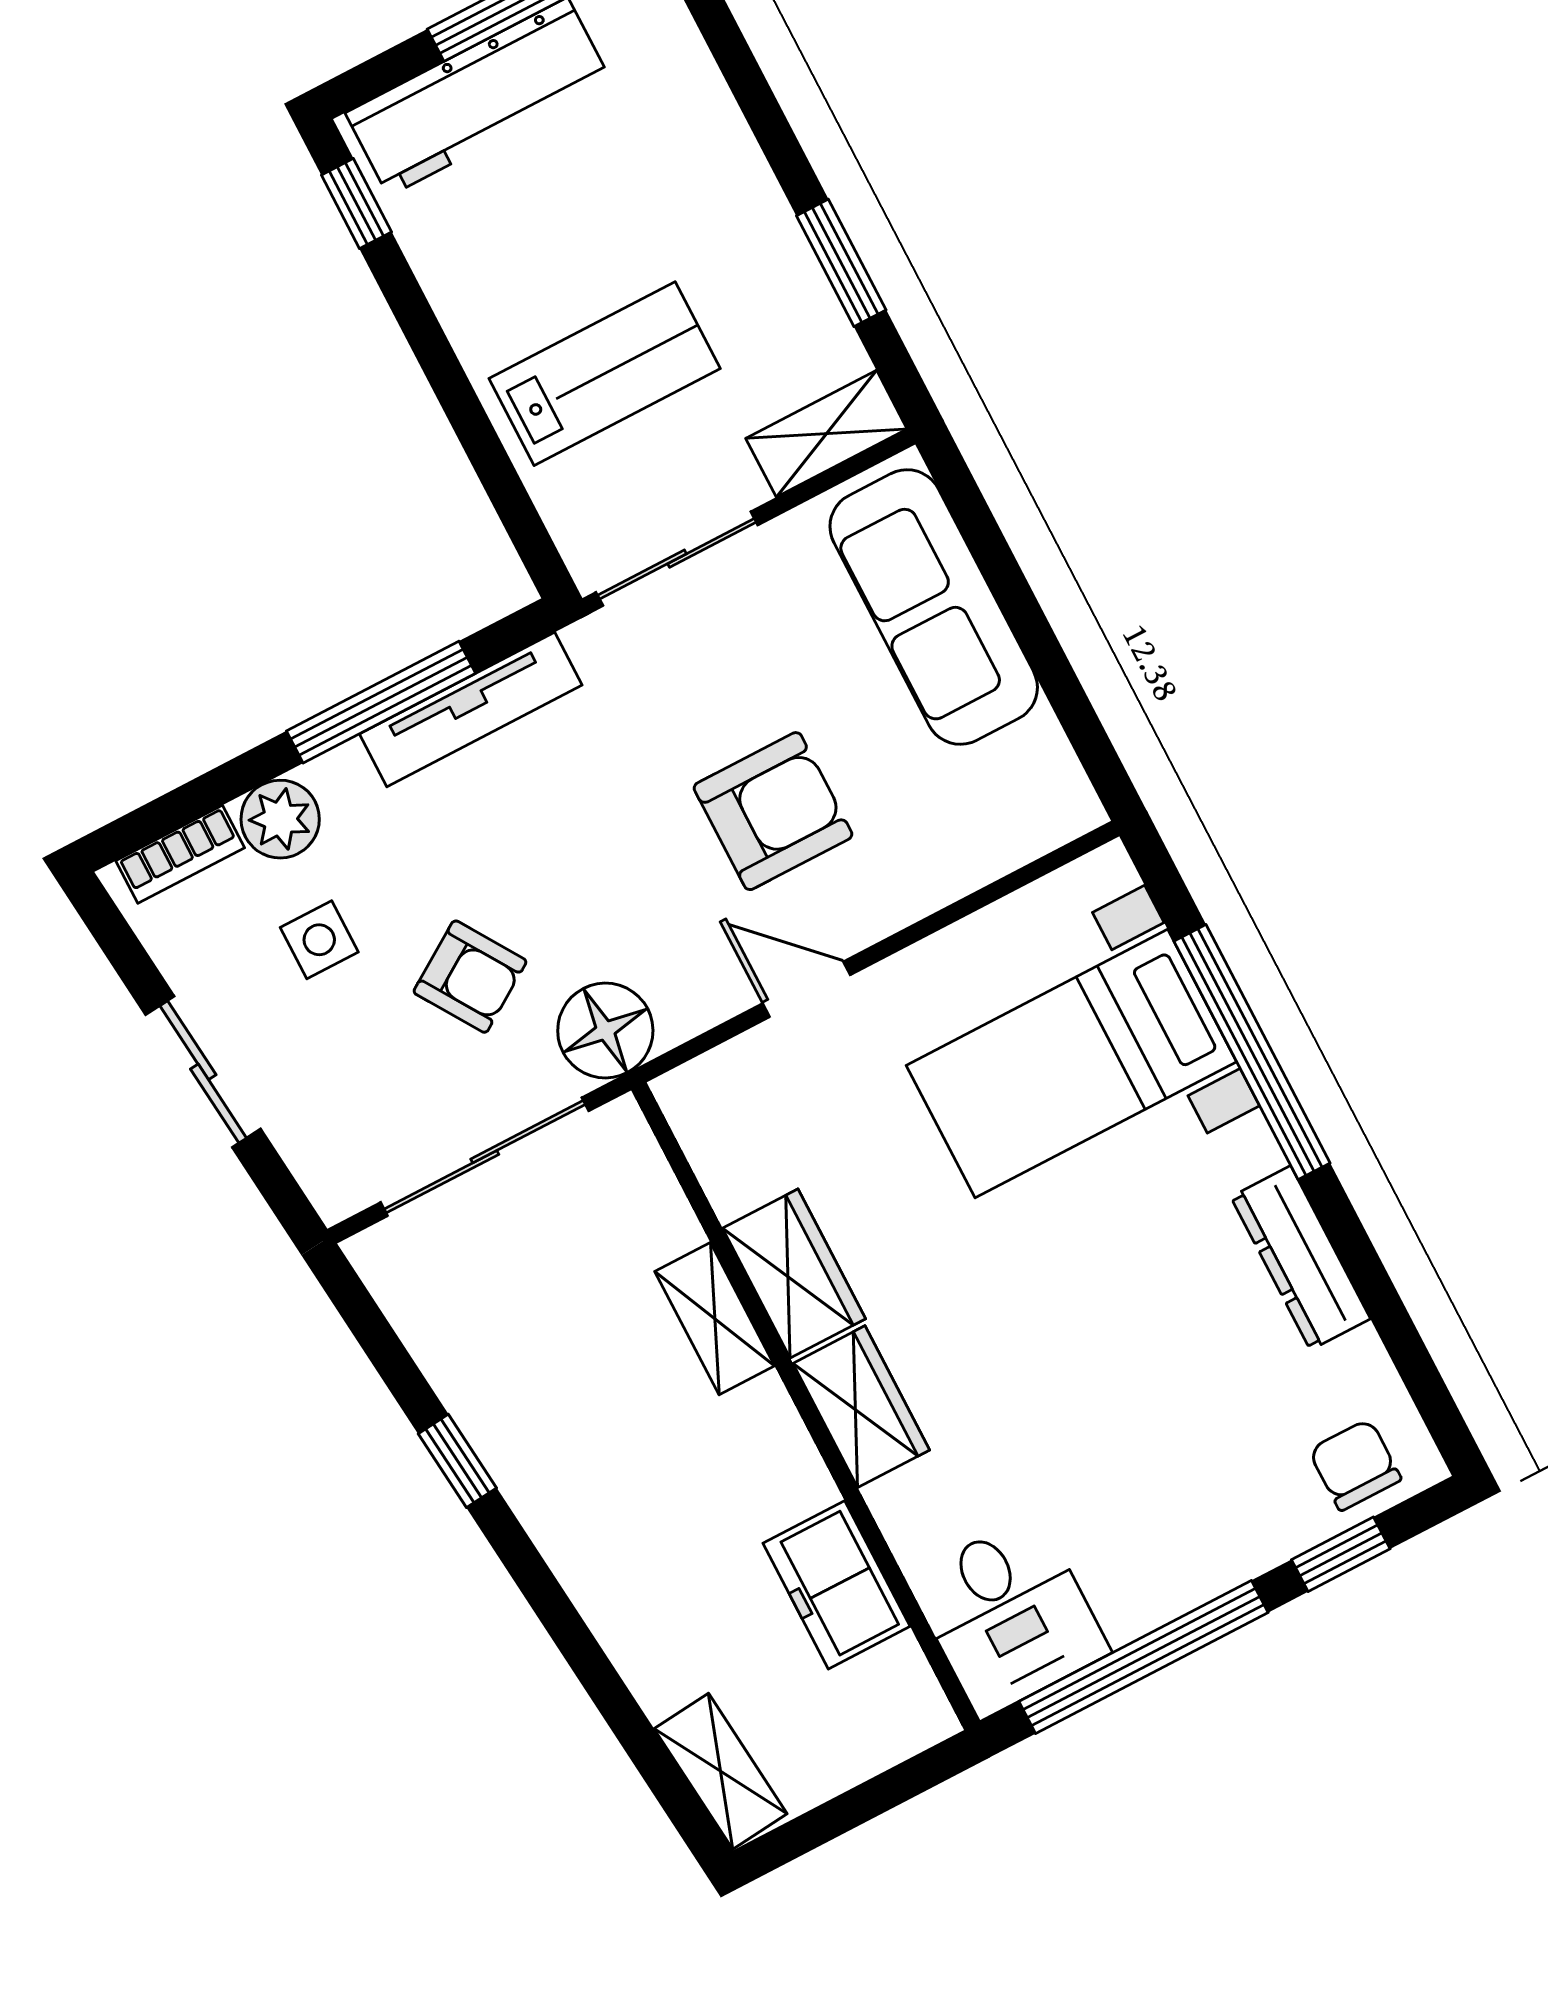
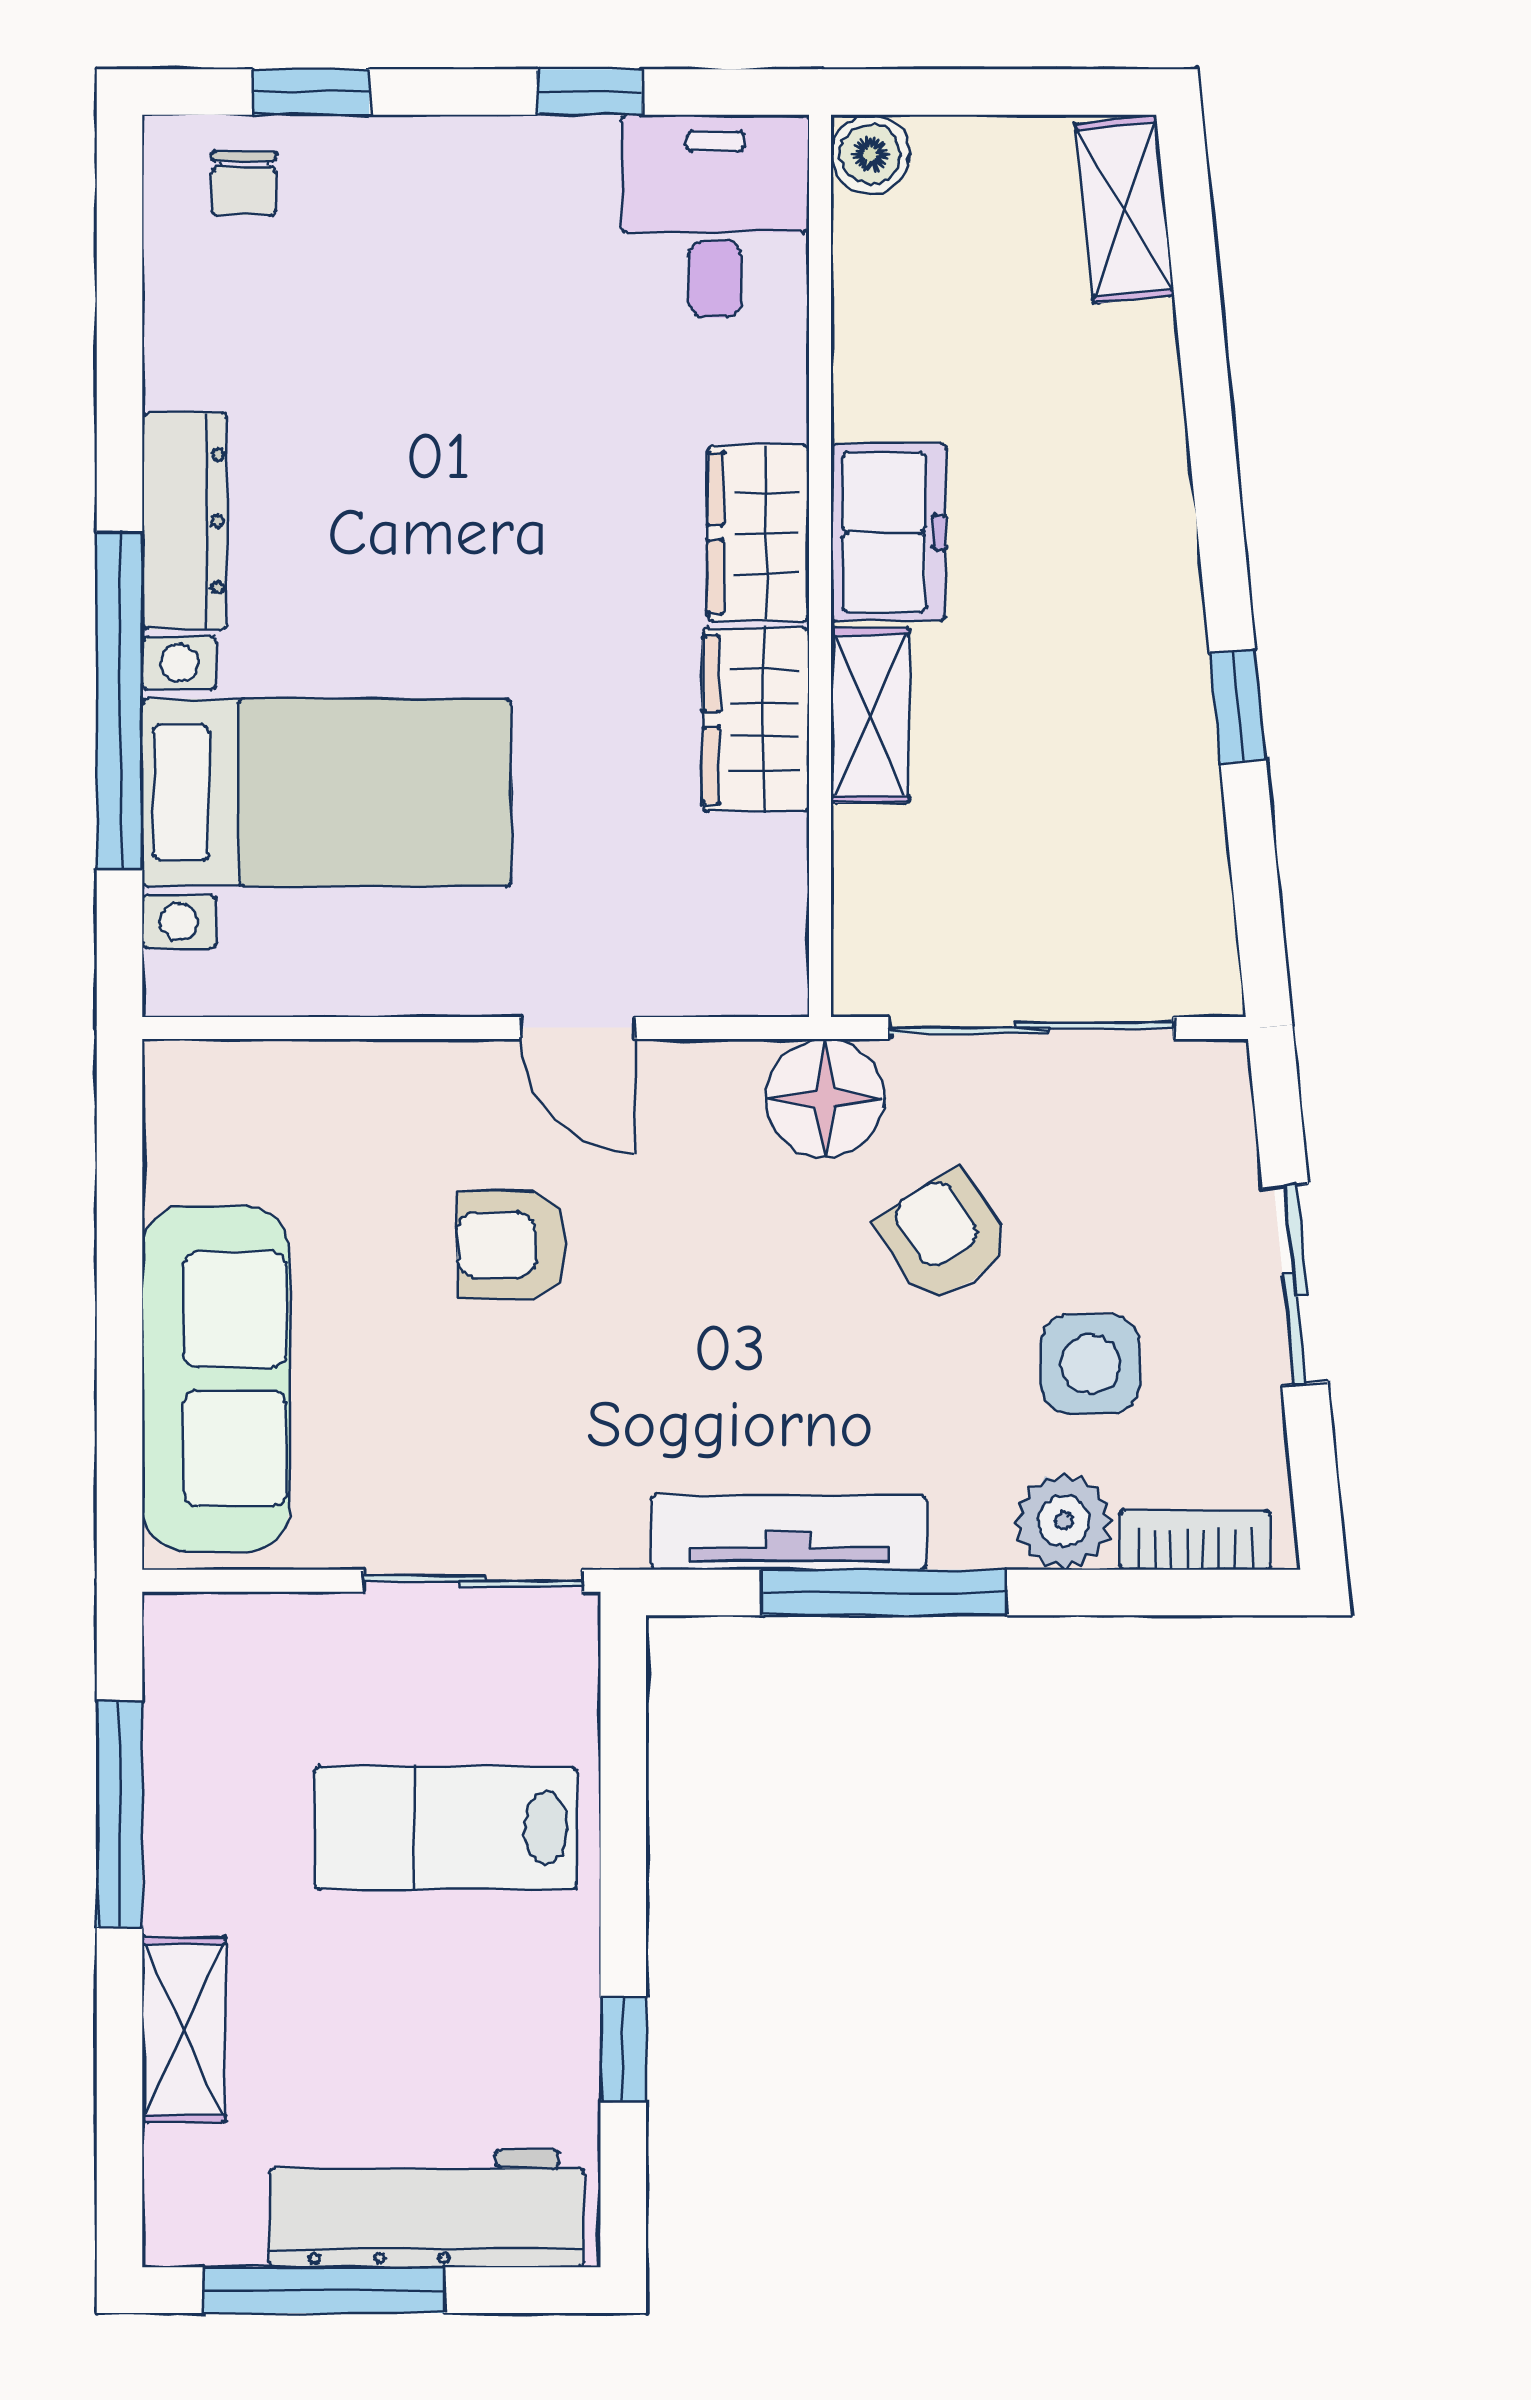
window: (356, 204) -> (623, 2049), moved
window: (841, 263) -> (120, 1814), width x1.44
shelving: (826, 434) -> (184, 2030), moved, turned 90
armchair: (773, 811) -> (512, 1245), width x0.72, depth x0.72
side table: (319, 940) -> (1090, 1364), width x1.37, depth x1.37
dresser: (1300, 1258) -> (185, 521), moved
chair: (1355, 1465) -> (244, 183), width x0.73, depth x0.73
freezer: (837, 1585) -> (889, 532), moved
window: (1143, 1657) -> (590, 92), width x0.32
boiler: (922, 1717) -> (870, 154), added

